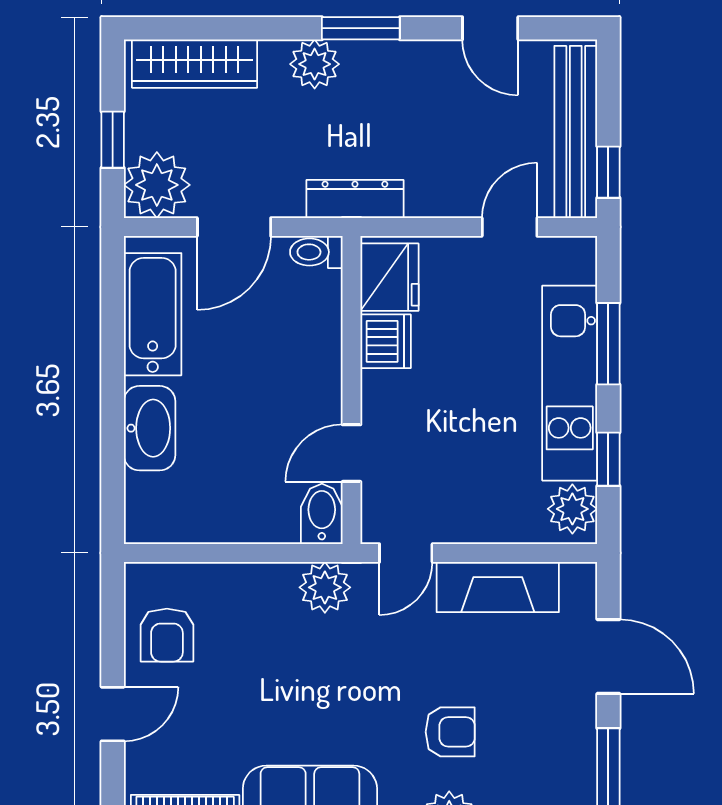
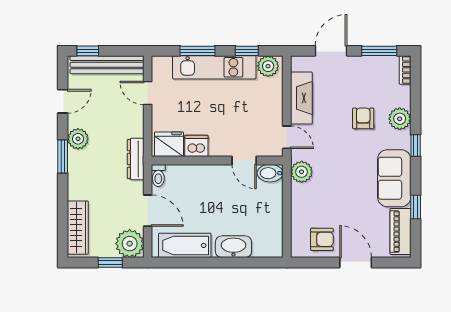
plant: (315, 64) -> (78, 139), moved
window: (608, 172) -> (88, 51), moved
door: (113, 714) -> (356, 262), width x1.38

